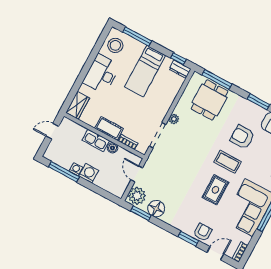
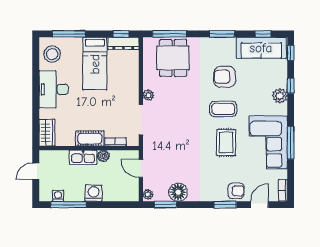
dresser: (180, 69) -> (123, 43), width x1.44
washing machine: (76, 169) -> (58, 196), moved
plant: (137, 196) -> (148, 194), width x0.53, depth x0.53
armchair: (203, 232) -> (236, 191), turned 90

